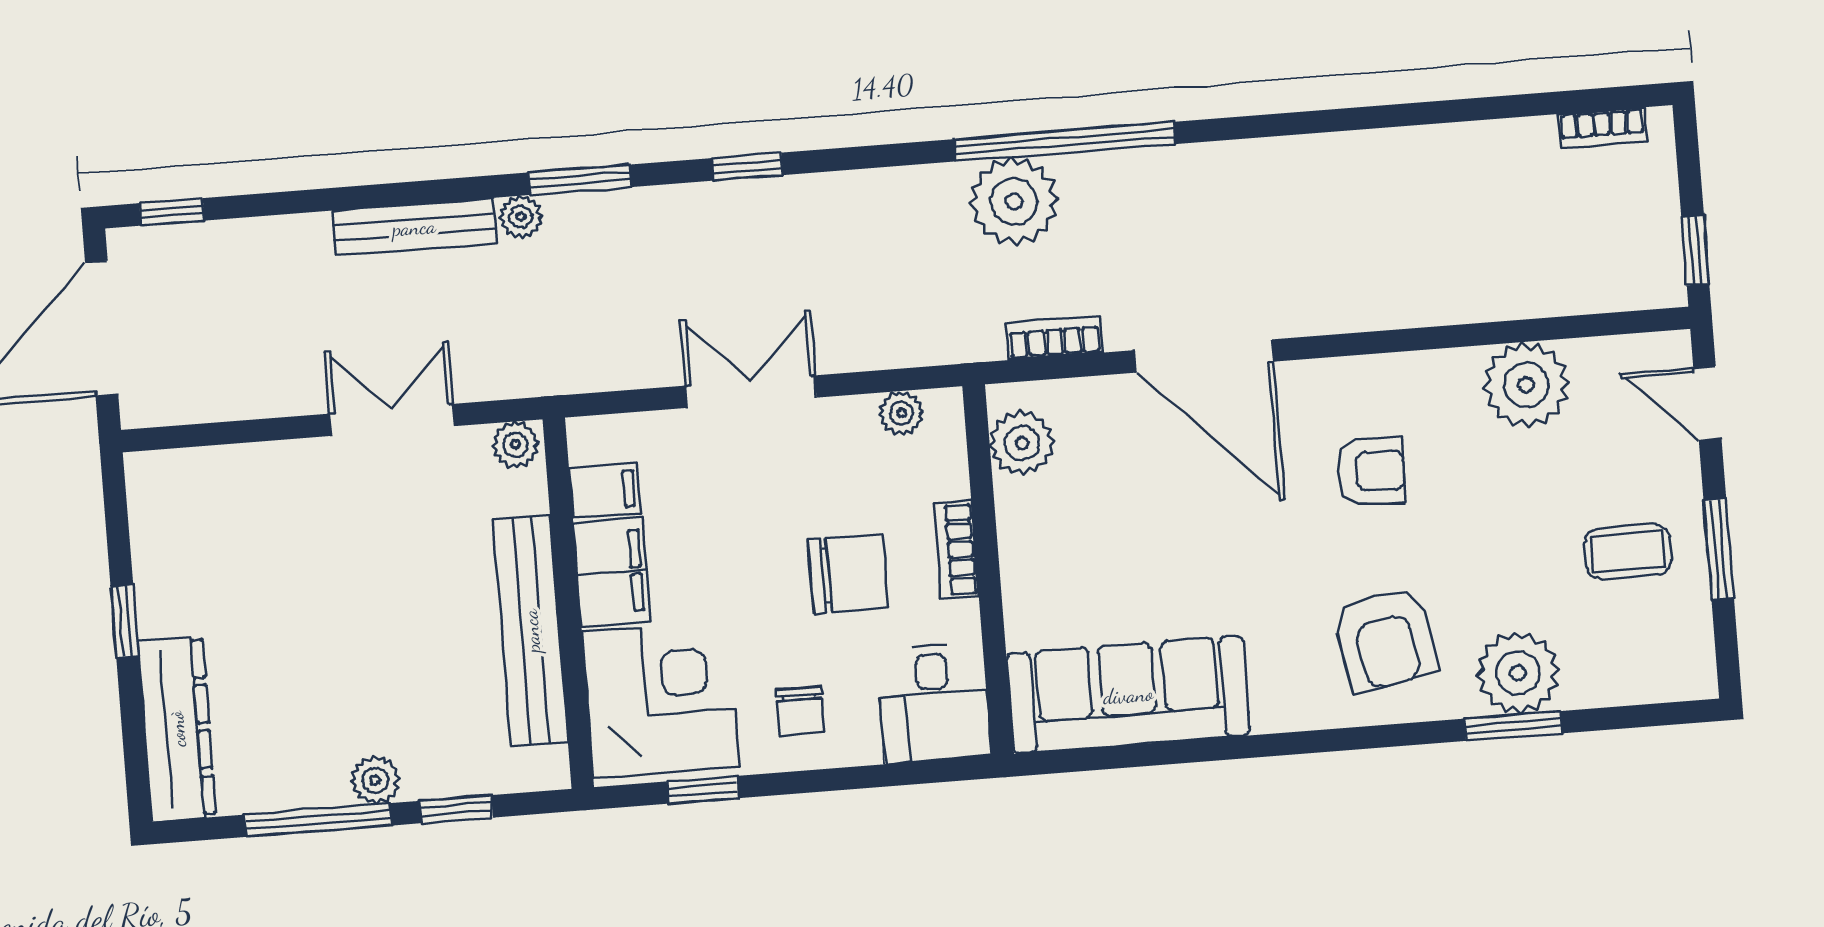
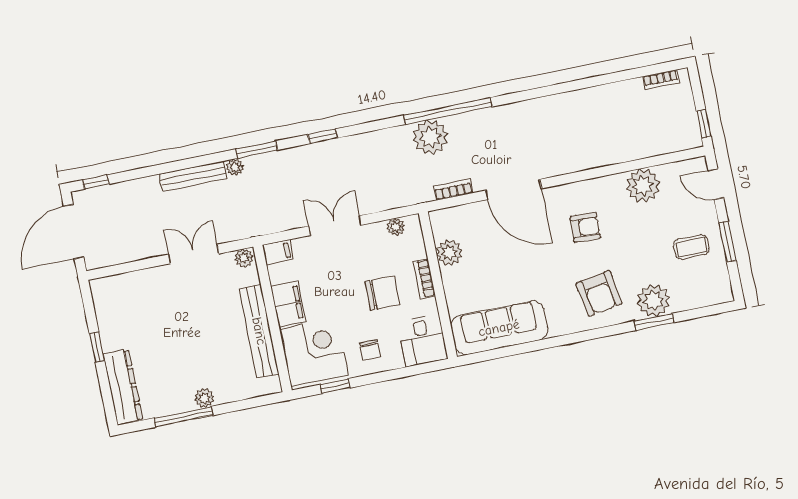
plant: (1022, 443) -> (449, 253), moved
filing cabinet: (605, 490) -> (278, 252), moved
window: (456, 809) -> (238, 406), removed

